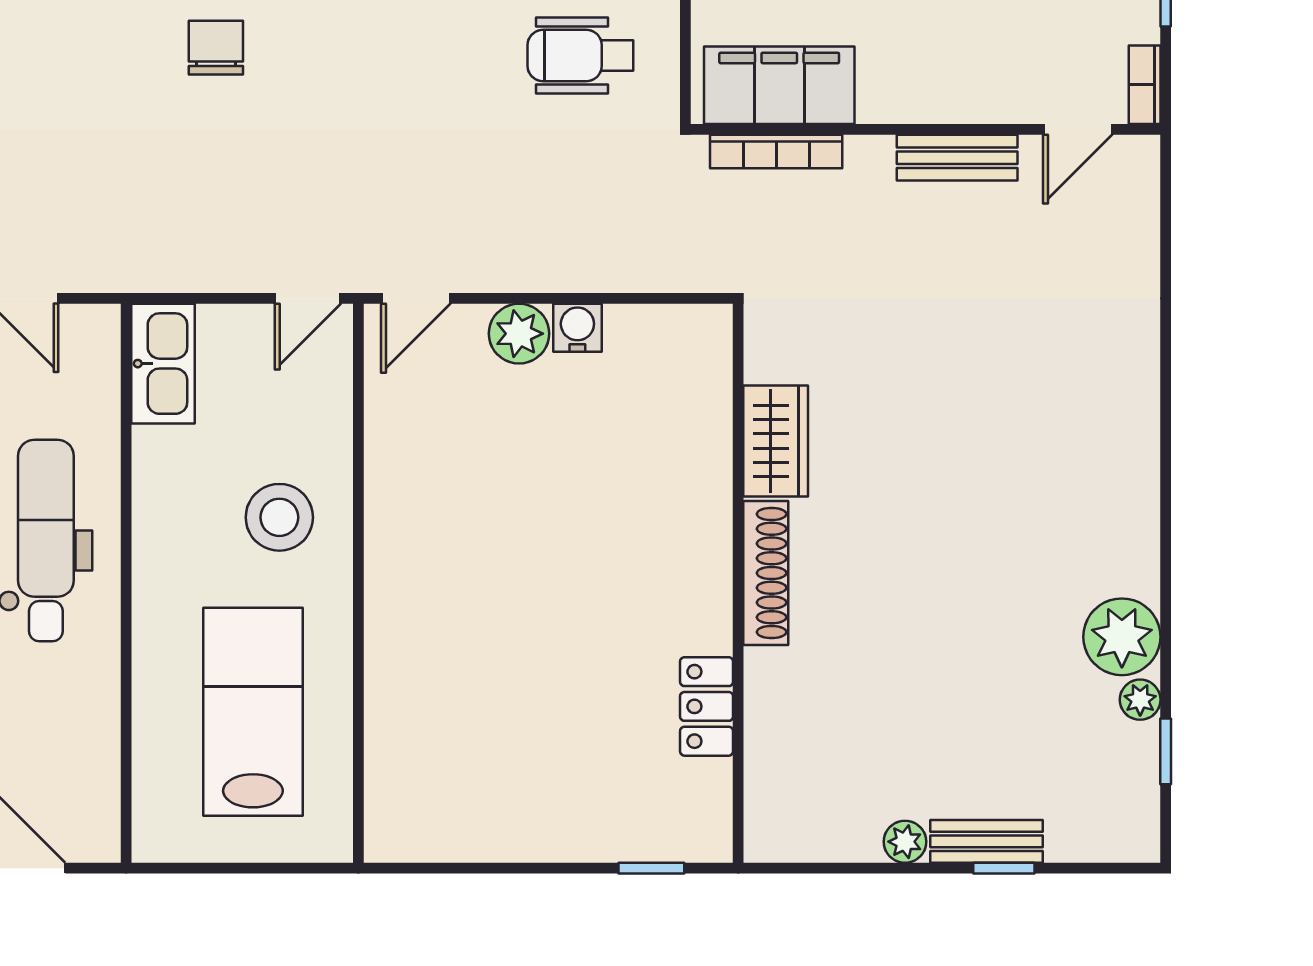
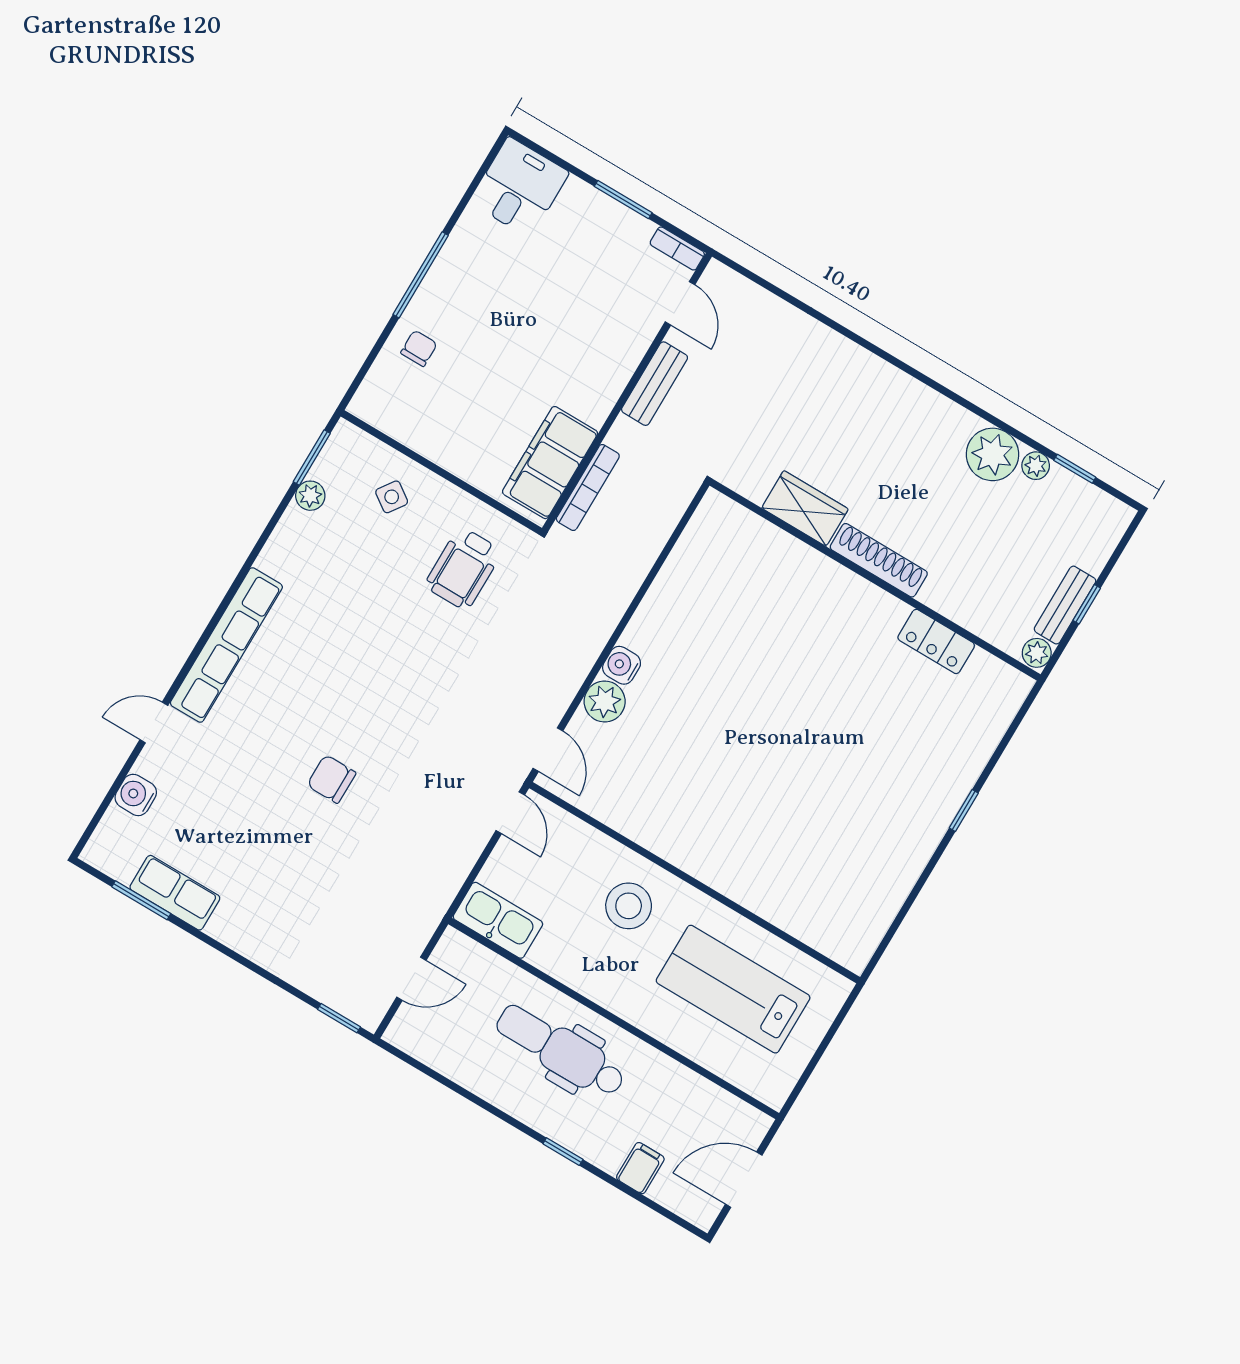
wardrobe: (776, 441) -> (805, 508), moved
shoe rack: (766, 573) -> (879, 560), moved
wall: (738, 583) -> (875, 580), moved
locker: (707, 706) -> (936, 641), moved

